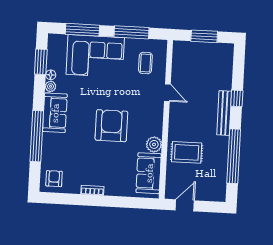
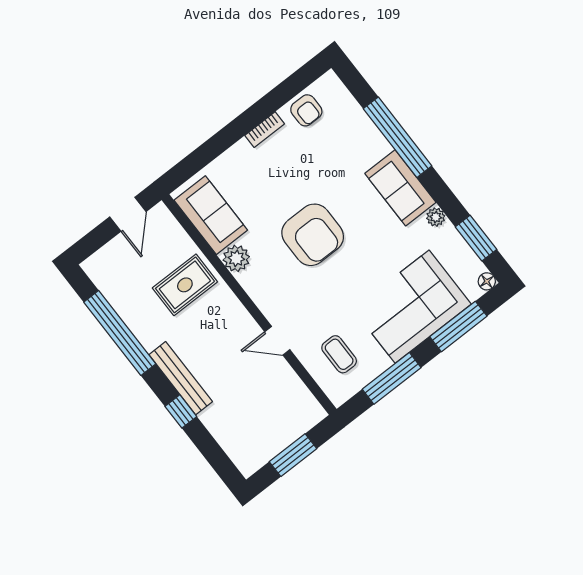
floor lamp: (51, 75) -> (487, 281), moved
armchair: (54, 179) -> (306, 110), moved

